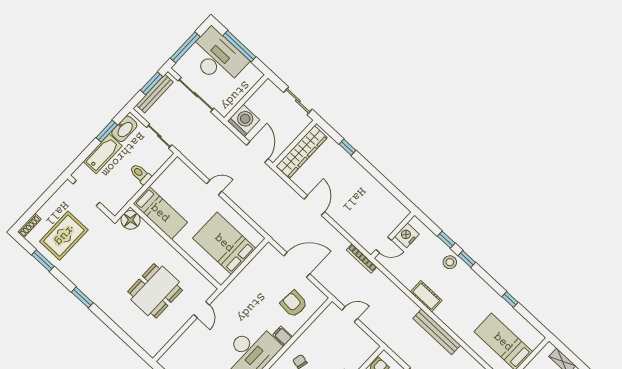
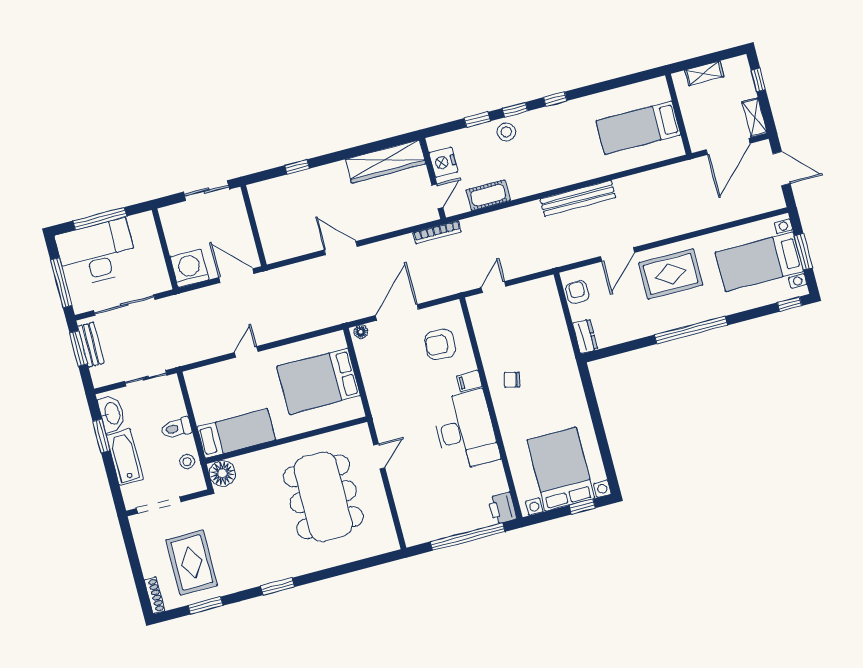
bench: (155, 94) -> (91, 345), width x0.73
wardrobe: (302, 152) -> (386, 161), moved, turned 90
stool: (124, 194) -> (187, 462), added
floor lamp: (271, 250) -> (361, 332), added
dining table: (155, 291) -> (323, 497), width x1.36, depth x1.24
cot: (426, 296) -> (488, 195), moved
window: (510, 299) -> (555, 99), moved
door: (201, 310) -> (379, 456), hinge flipped

